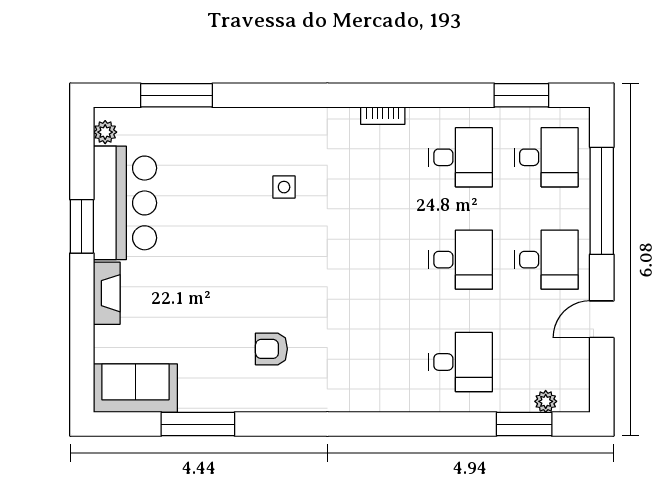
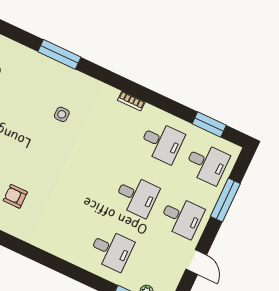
window: (177, 95) -> (59, 54), moved
window: (602, 201) -> (225, 200), width x0.68
door: (602, 319) -> (196, 262), swing flipped

